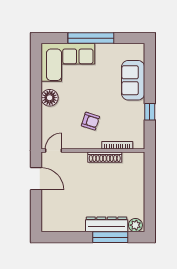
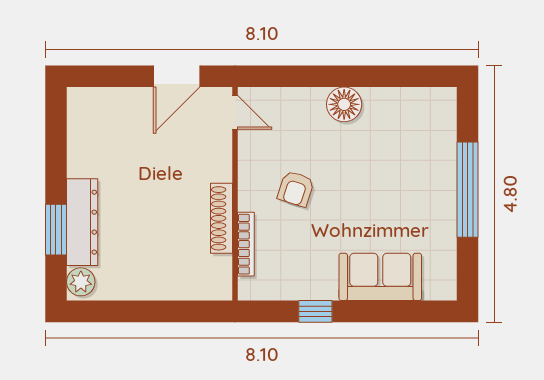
corner sofa: (68, 62) -> (417, 142), removed
window: (110, 237) -> (56, 230), width x0.69

